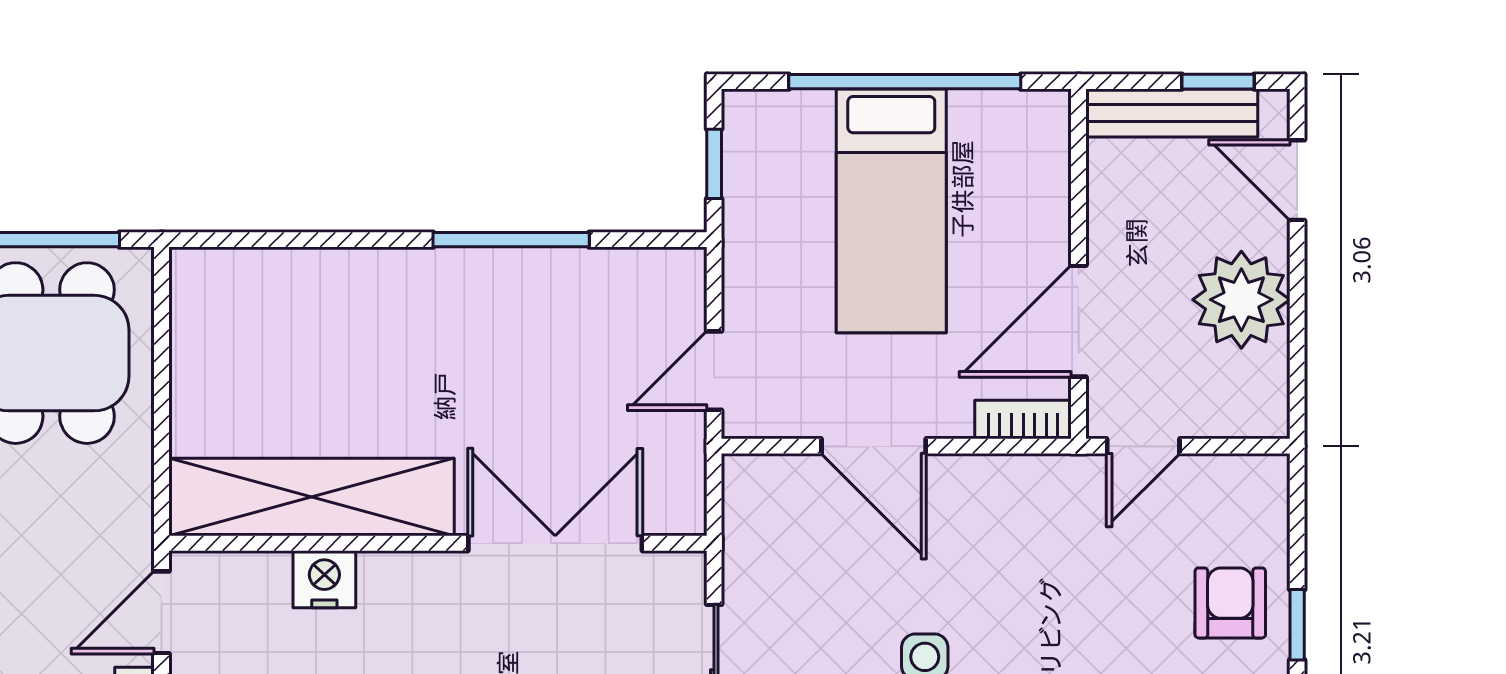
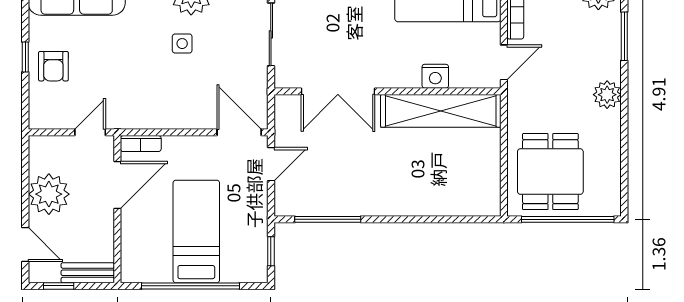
bench: (1172, 113) -> (88, 273), width x0.73
window: (511, 240) -> (328, 219), moved
door: (874, 446) -> (239, 132), moved

